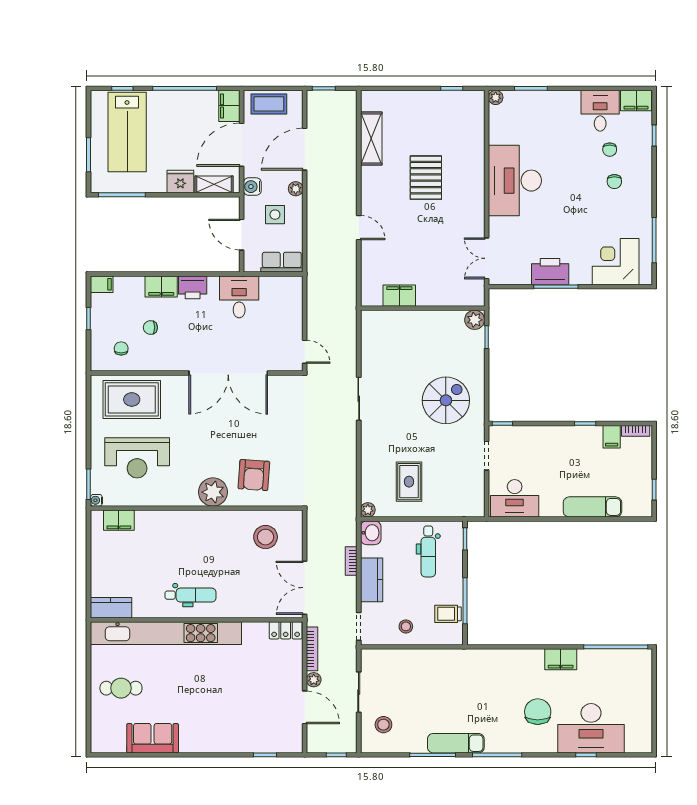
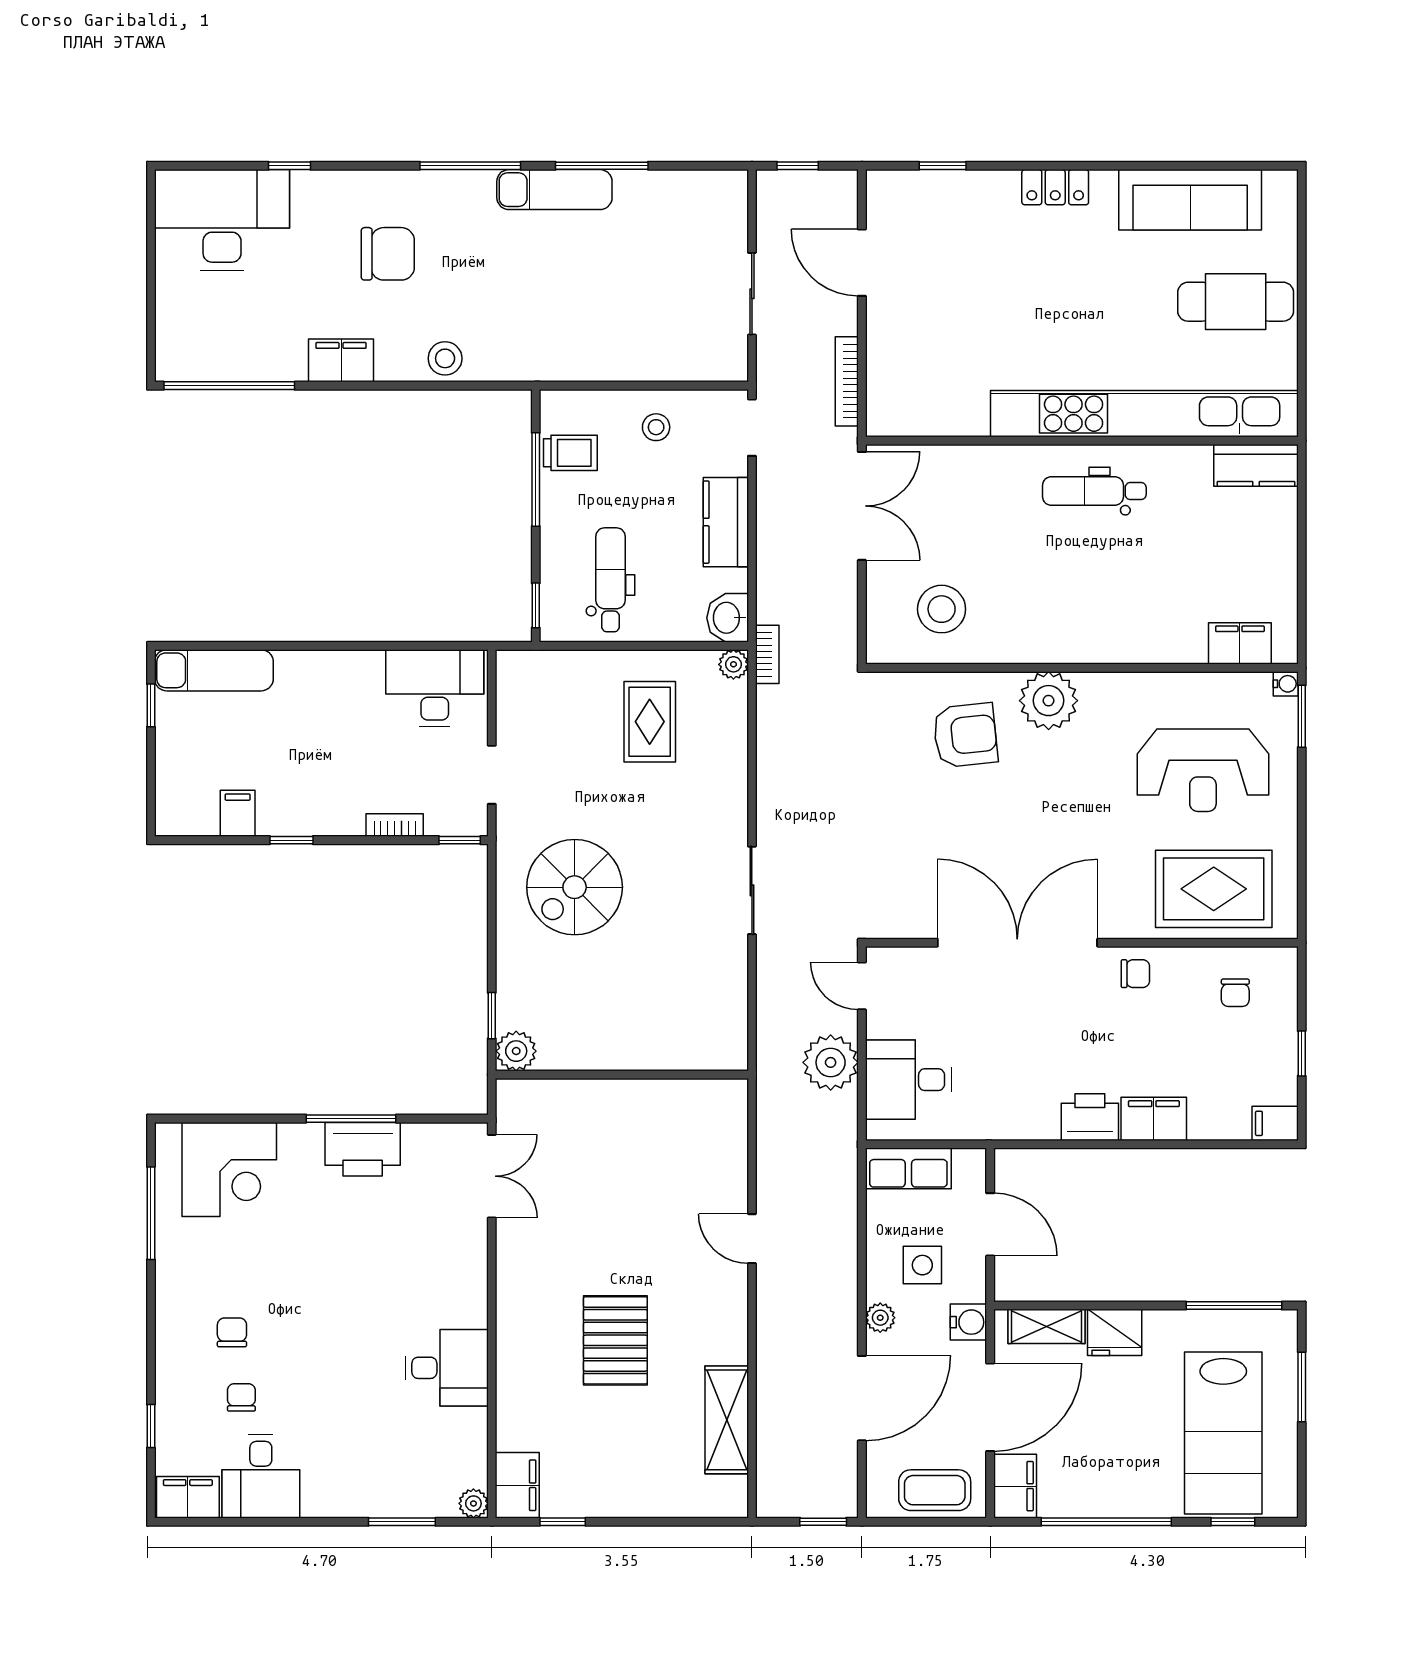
lab bench: (127, 132) -> (1223, 1433), turned 180
desk: (515, 181) -> (447, 1368), width x0.53, depth x0.77
filing cabinet: (399, 296) -> (517, 1485), moved, turned -90
desk: (239, 297) -> (908, 1080), moved, turned 90
chair: (150, 327) -> (1135, 974), moved
bookcase: (636, 431) -> (395, 825), moved
reception desk: (137, 458) -> (1203, 770), turned 180
armchair: (254, 475) -> (965, 735), turned 80
exam couch: (592, 507) -> (214, 670), moved
bookcase: (351, 561) -> (767, 654), moved
locker: (286, 630) -> (1055, 187), moved, turned 180
plant: (314, 680) -> (831, 1062), moved, width x1.87, depth x1.87
cafe table: (121, 688) -> (1236, 302), width x1.37, depth x1.35
chair: (538, 712) -> (388, 254), turned -90
stool: (383, 725) -> (445, 358), moved
desk: (591, 728) -> (222, 220), moved
sofa: (153, 738) -> (1190, 200), width x1.36

